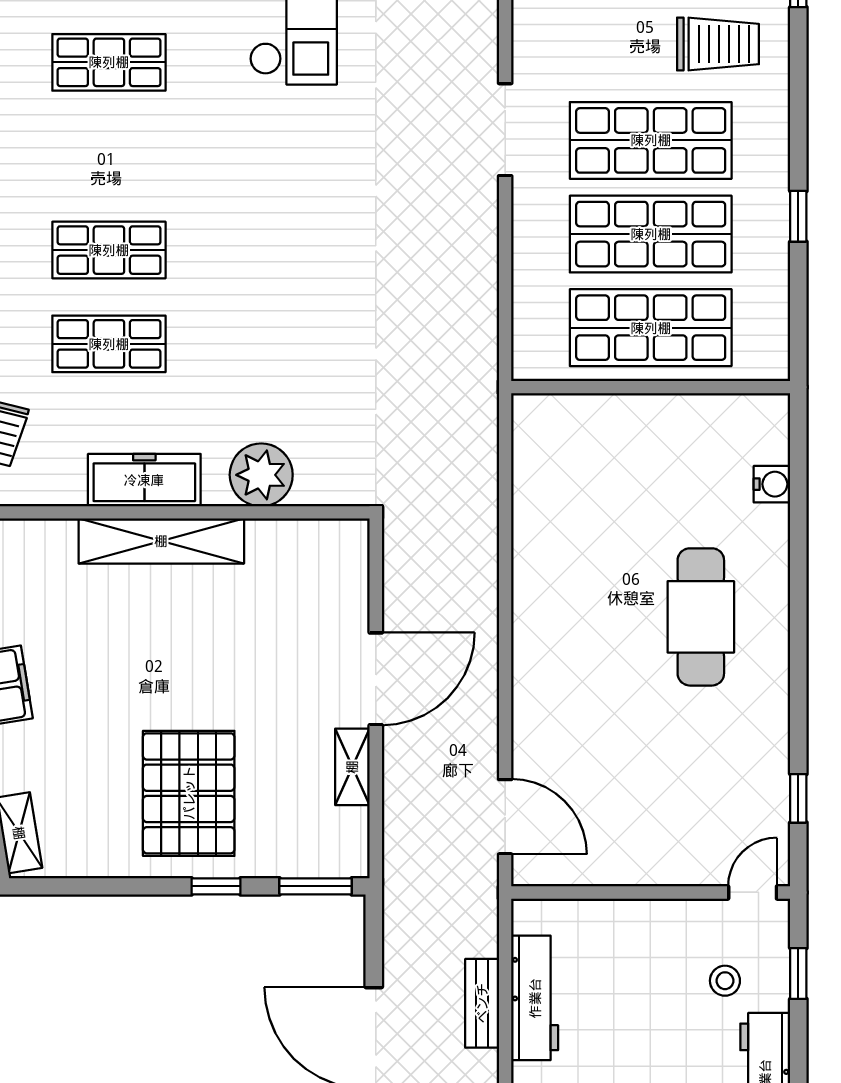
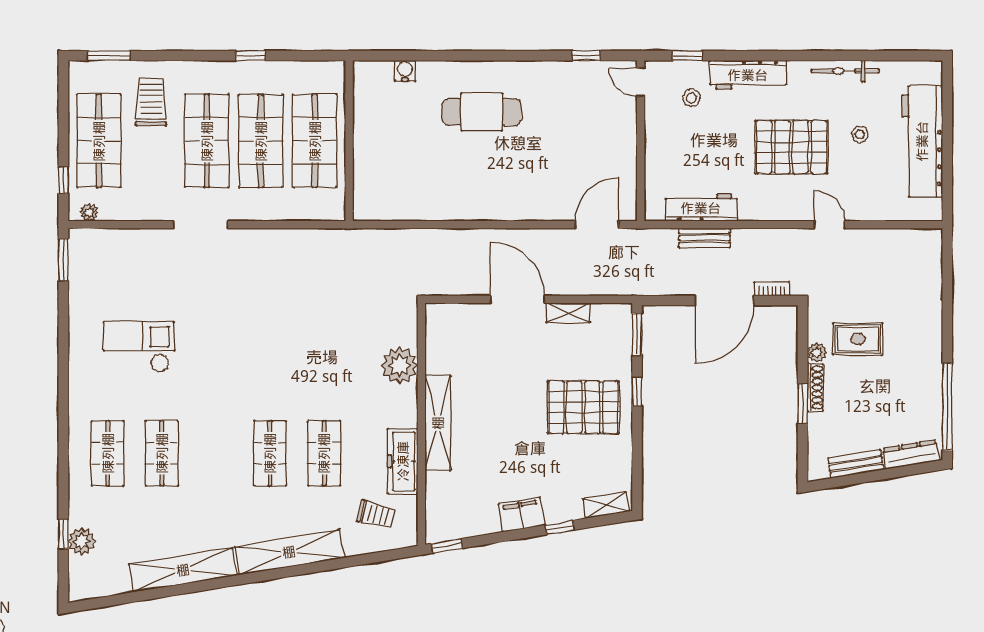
freezer: (144, 480) -> (403, 461), moved

